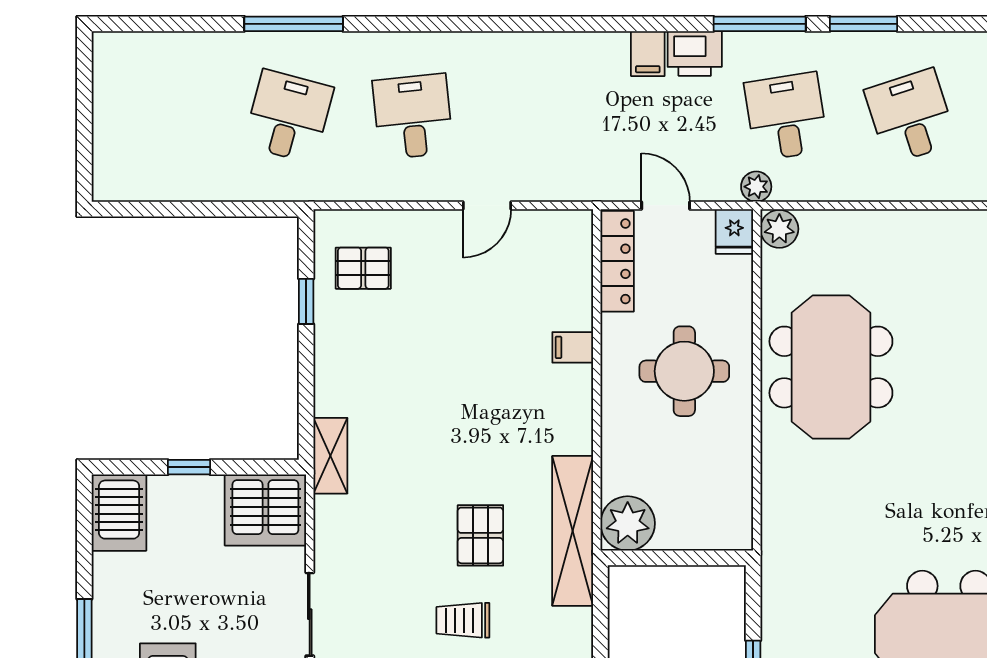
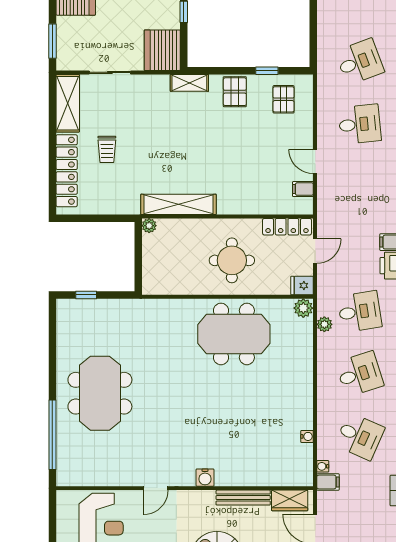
desk: (288, 116) -> (360, 62), turned -36
plant: (756, 187) -> (324, 324), moved
filing cabinet: (573, 347) -> (303, 189), moved, turned -90
plant: (628, 523) -> (149, 226), width x0.53, depth x0.53
shelving: (573, 531) -> (178, 204), moved
pallet: (480, 535) -> (235, 92), moved, turned 90
trolley: (463, 620) -> (107, 149), turned 180

